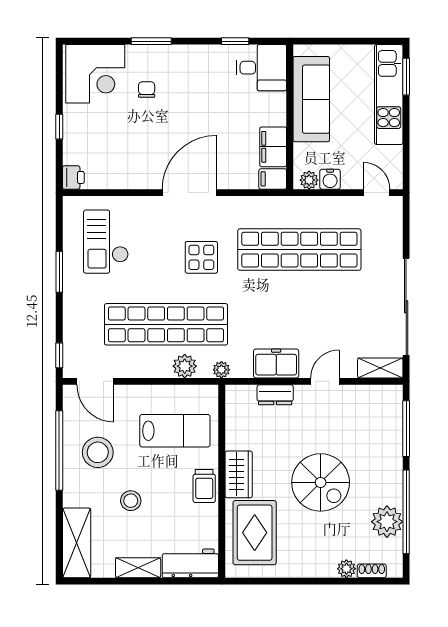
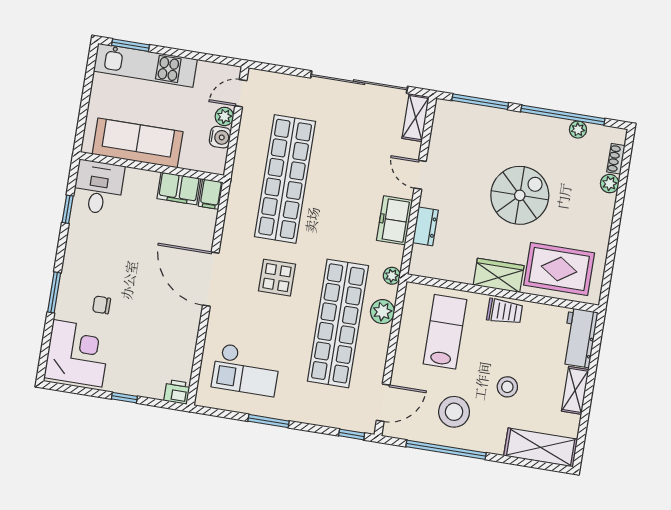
plant: (309, 180) -> (224, 116), moved
plant: (387, 522) -> (578, 130), width x0.53, depth x0.53

